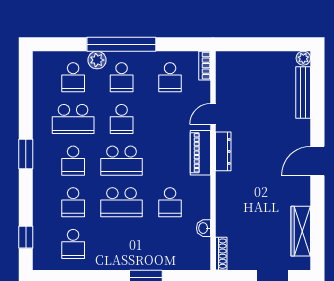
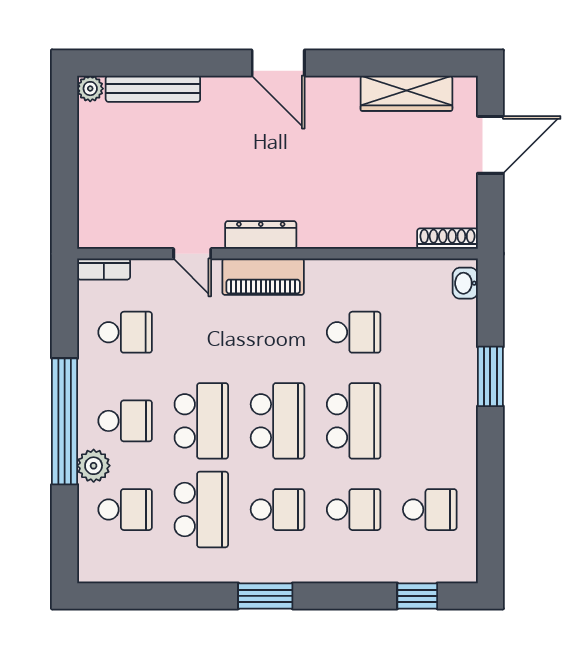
school desk: (122, 119) -> (201, 421), width x1.85
washbasin: (204, 228) -> (465, 283), moved, turned 90

